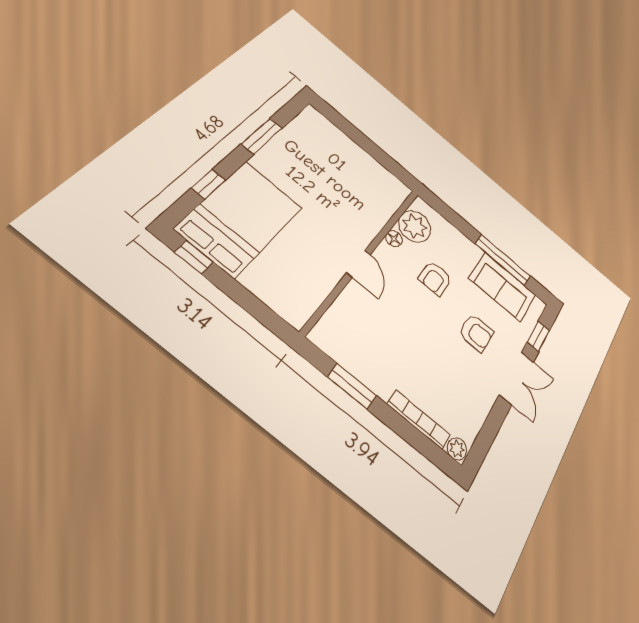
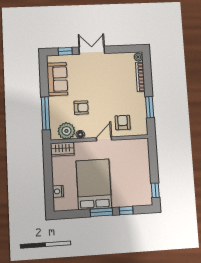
nightstand: (334, 135) -> (58, 191), added
window: (262, 136) -> (101, 212), moved
wardrobe: (391, 196) -> (62, 149), added
bed: (240, 218) -> (94, 184), moved, turned 90
window: (503, 260) -> (45, 113), moved
armchair: (476, 333) -> (123, 122), moved

